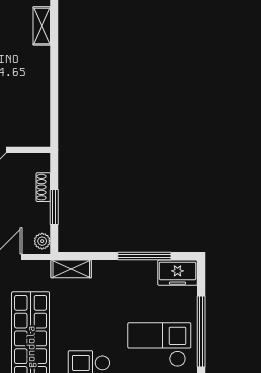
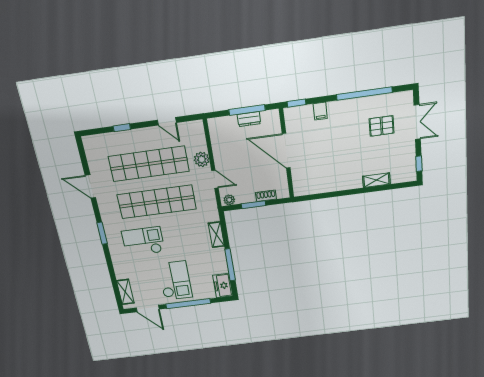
shelving: (71, 269) -> (216, 235), moved

